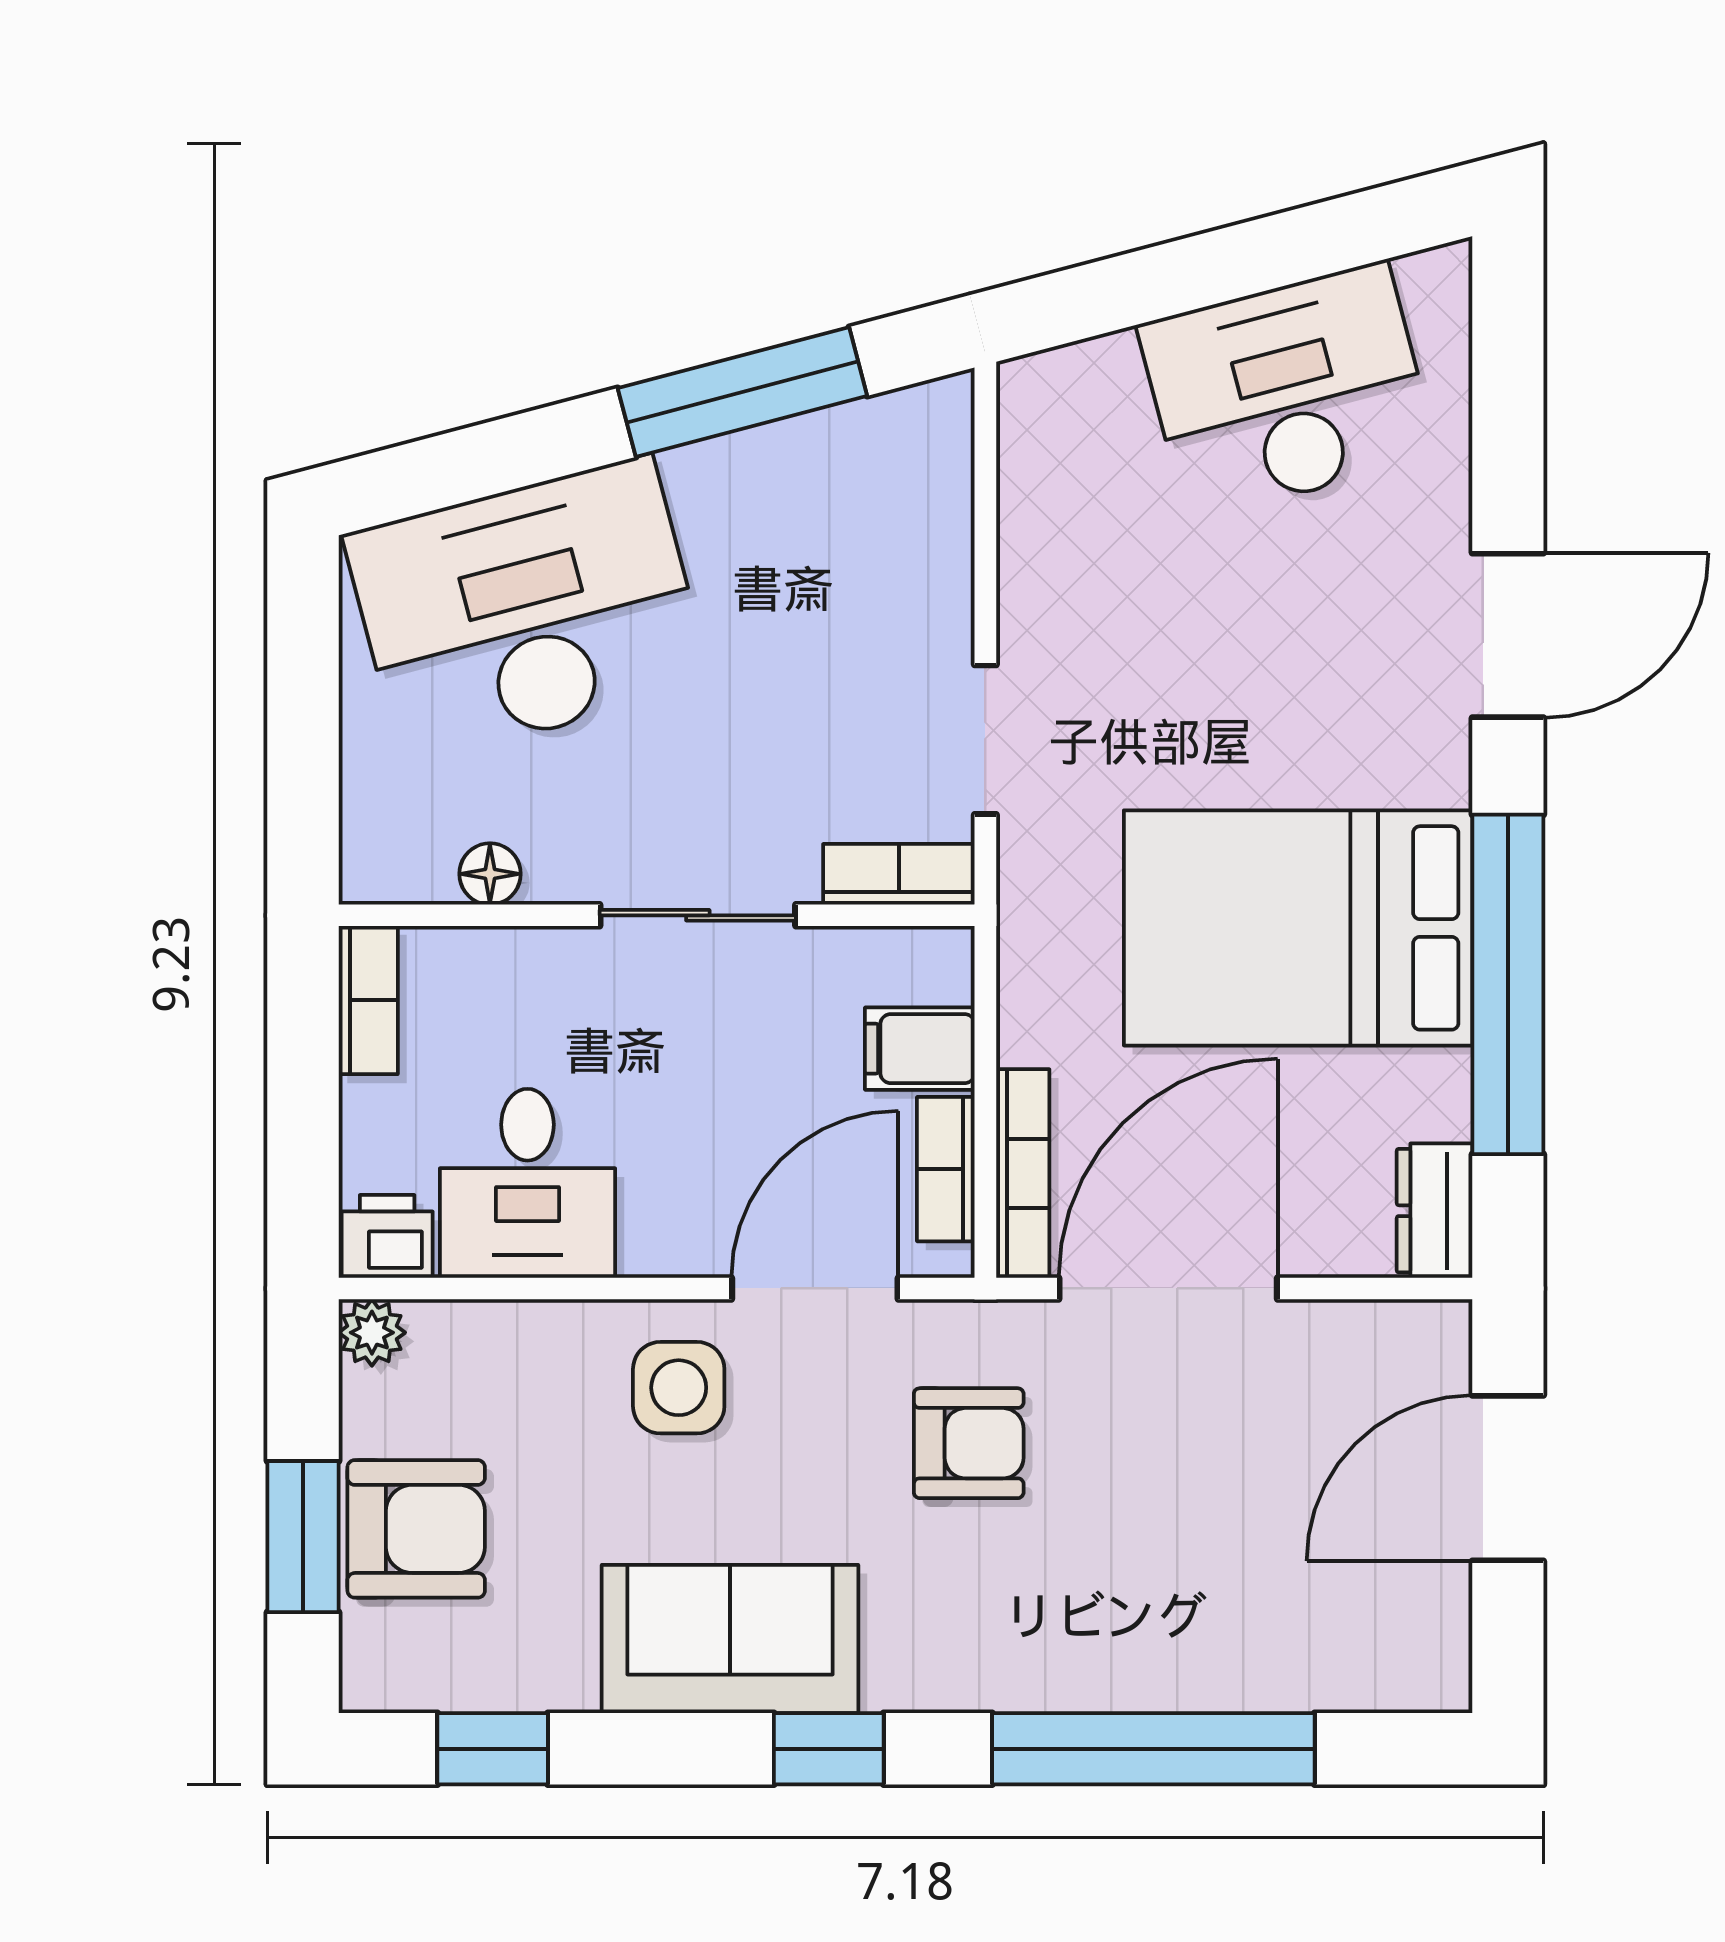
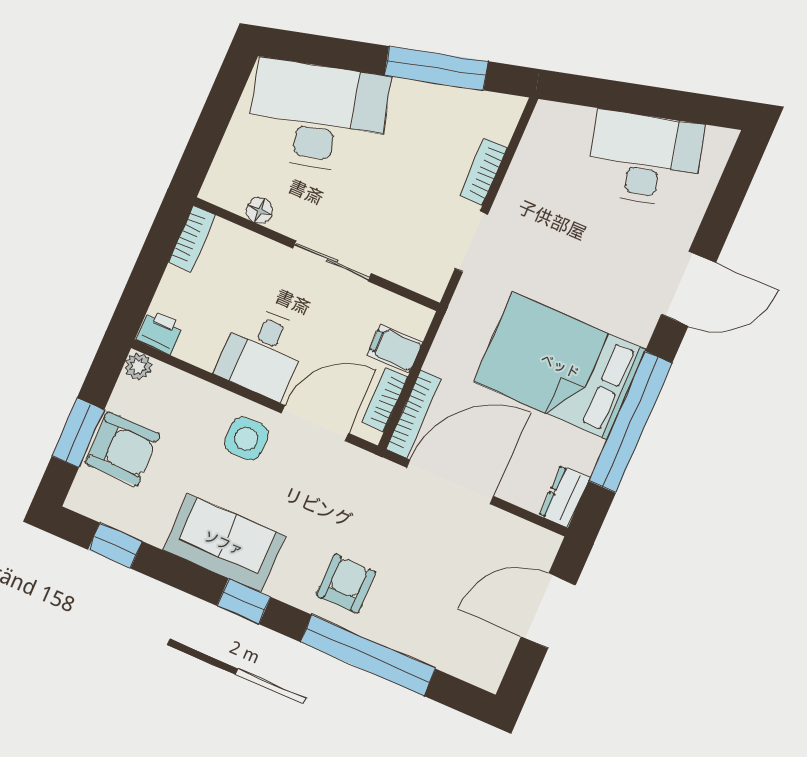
bookcase: (899, 874) -> (483, 171), moved, turned -90
desk: (527, 1183) -> (262, 352), moved
armchair: (969, 1443) -> (346, 584), moved, turned -90

